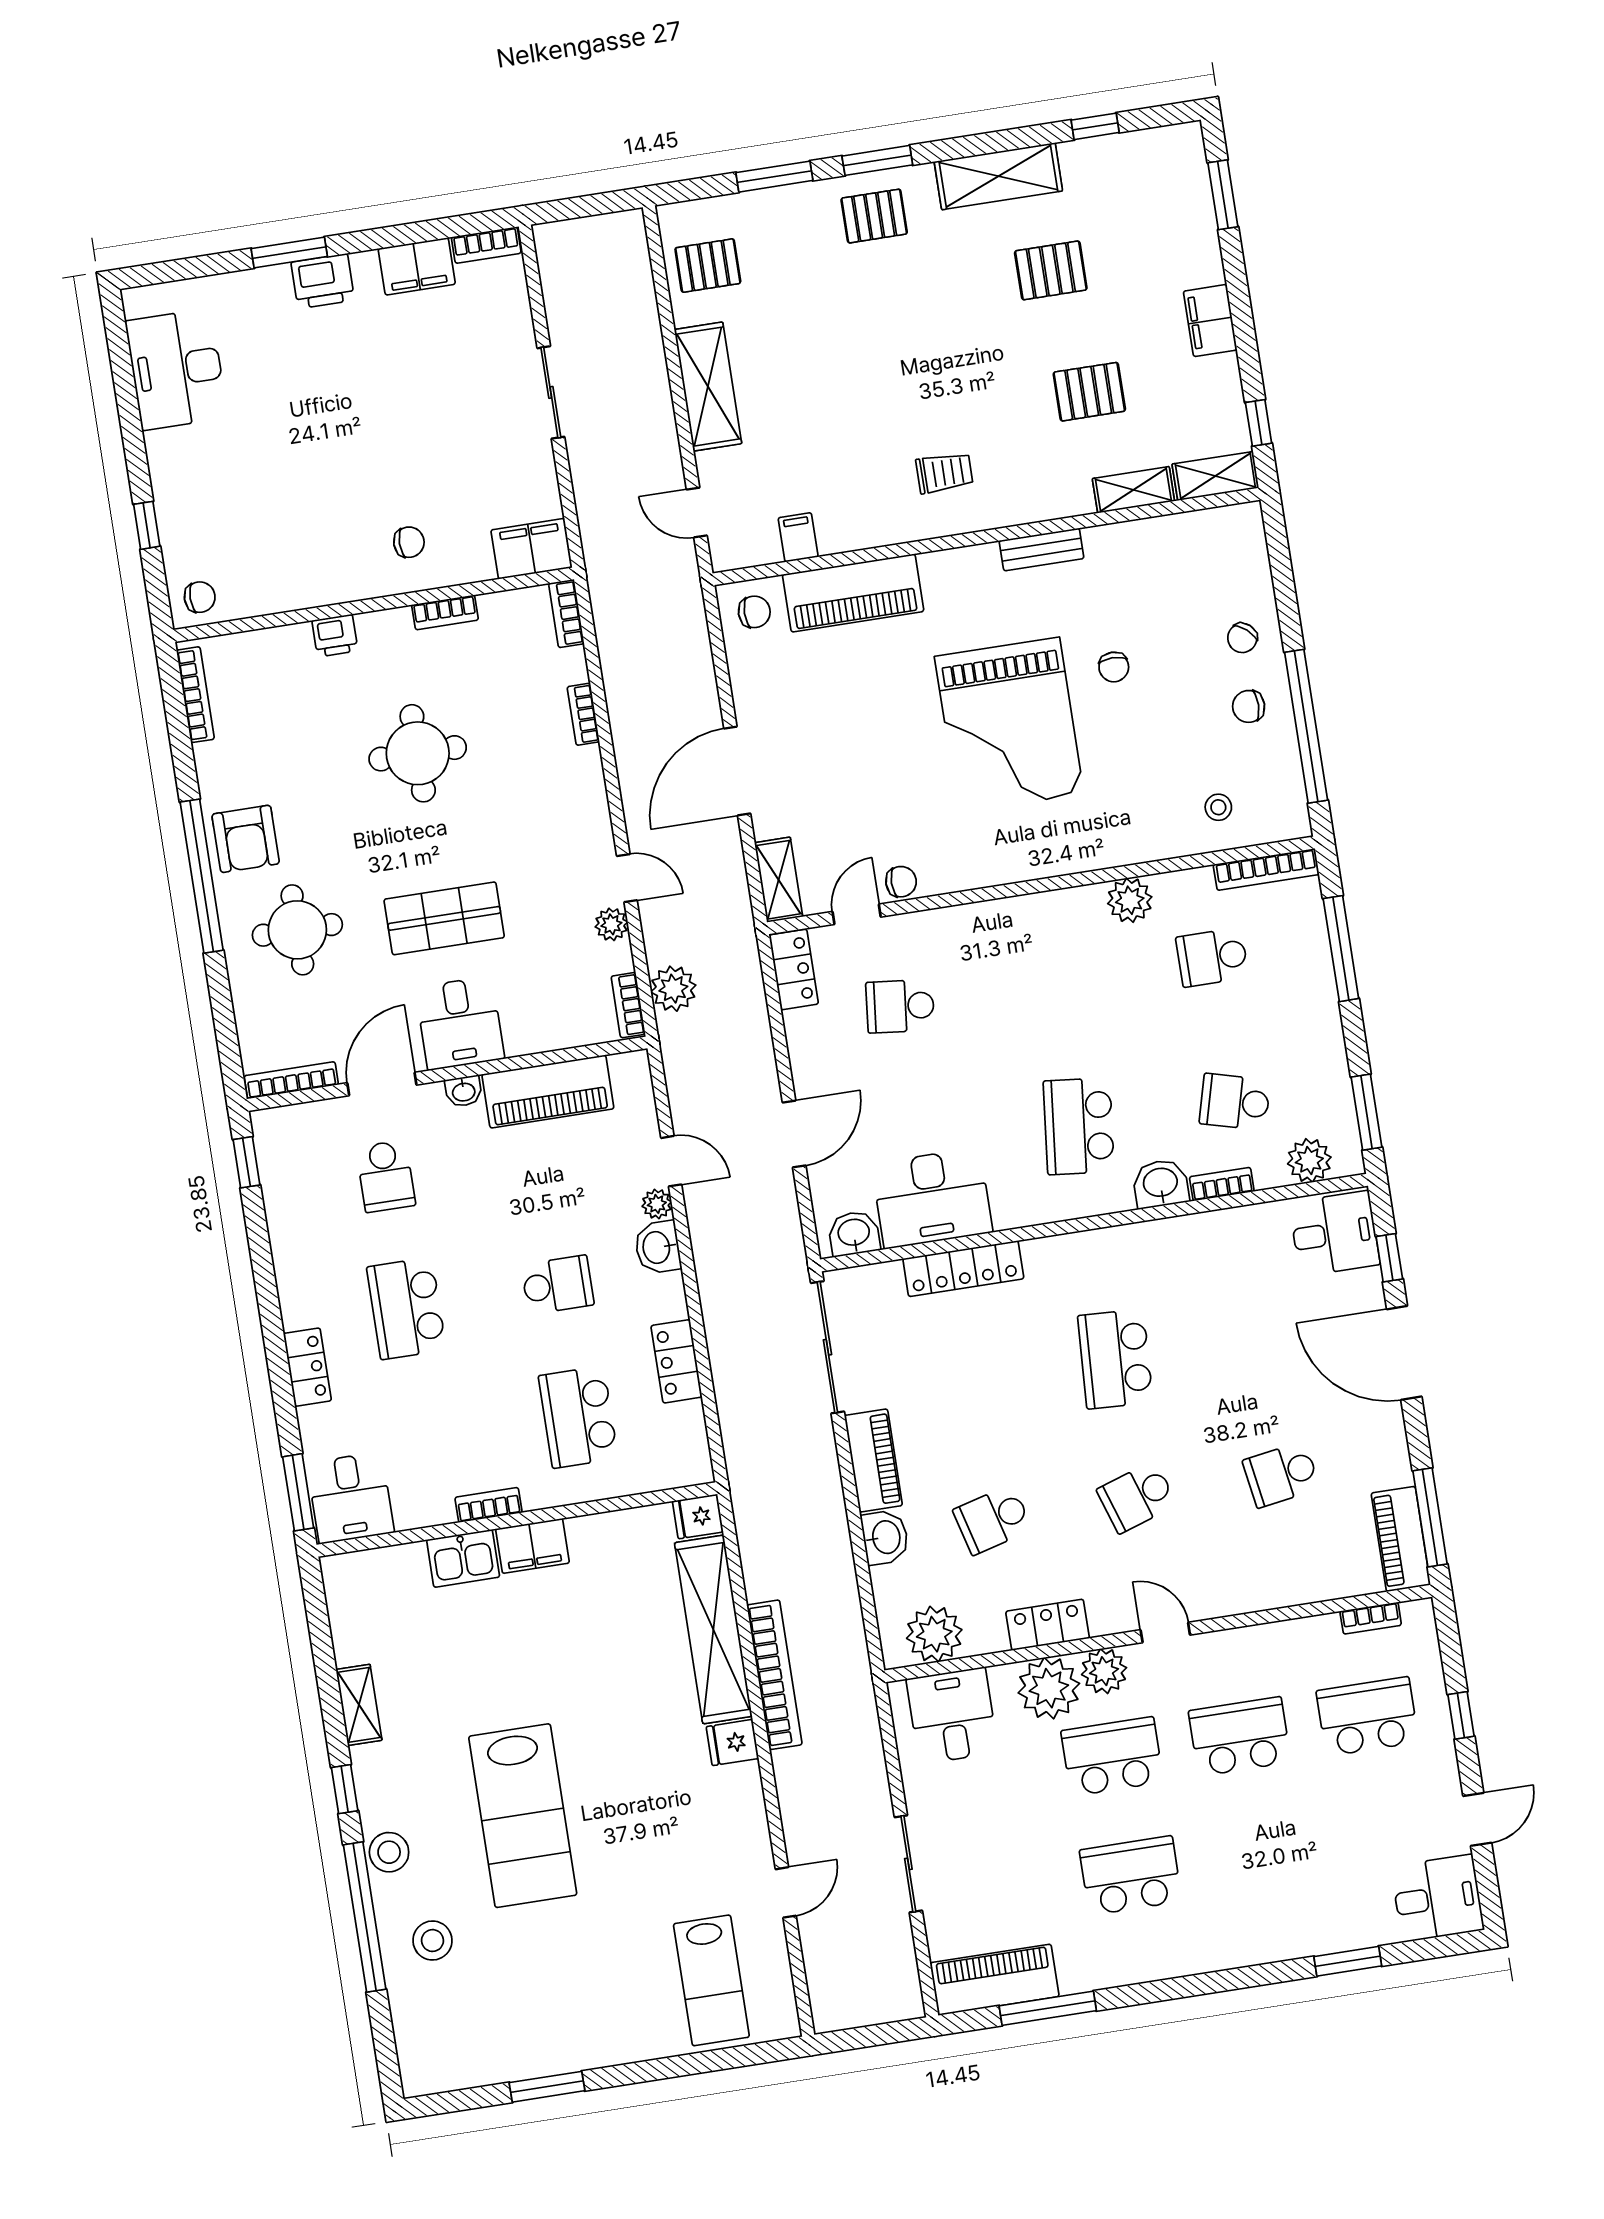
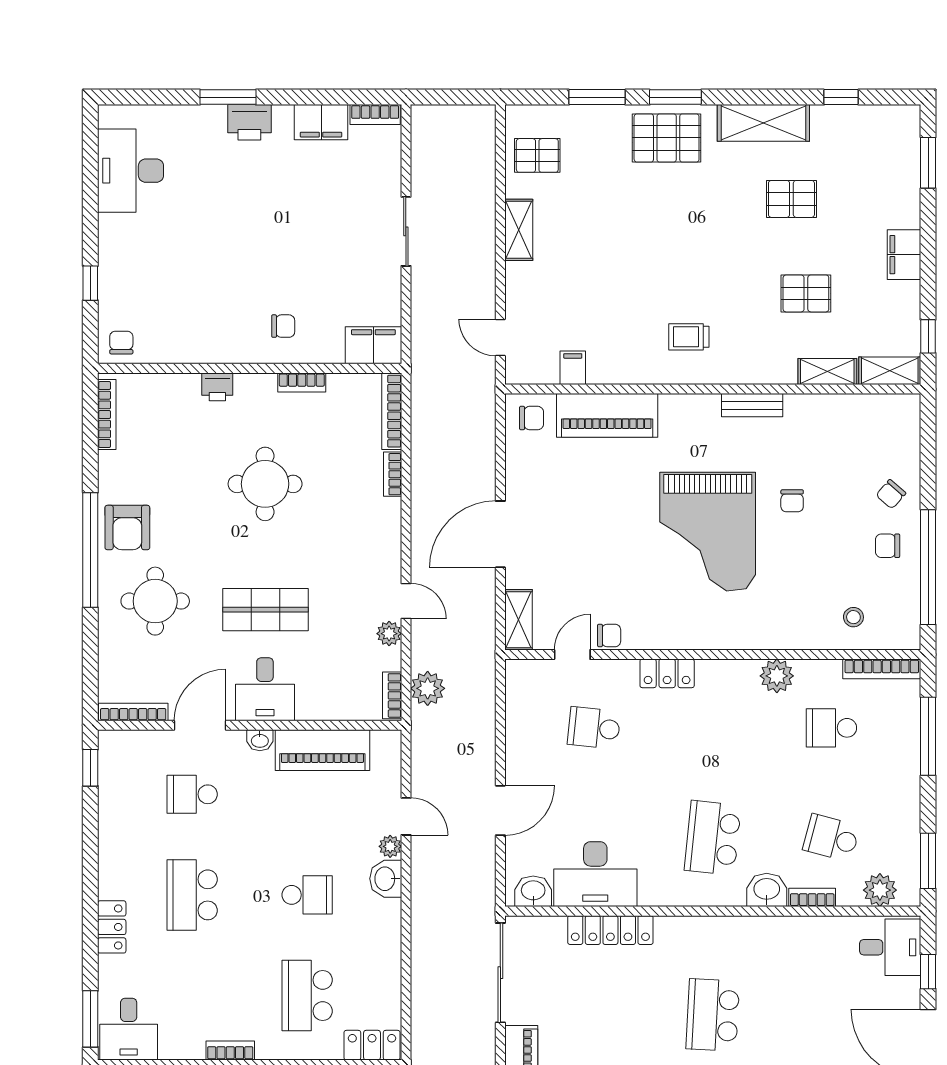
pallet: (874, 216) -> (667, 138), width x1.50, depth x1.42
shelving: (708, 387) -> (519, 230), width x0.67, depth x0.75
trolley: (944, 473) -> (689, 337), turned 180
chair: (200, 597) -> (121, 343), turned -90
bookcase: (566, 614) -> (392, 411), width x1.56
locker: (794, 969) -> (667, 673), moved, turned 90
school desk: (386, 1176) -> (192, 794), turned 90
locker: (677, 1361) -> (372, 1045), moved, turned 90

